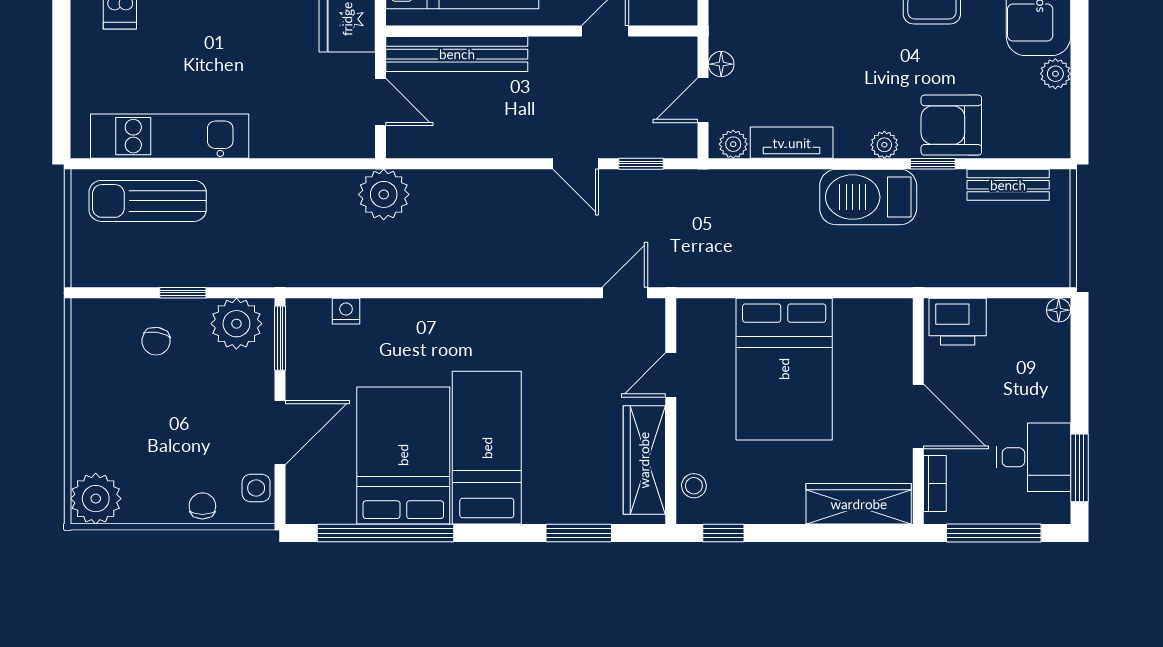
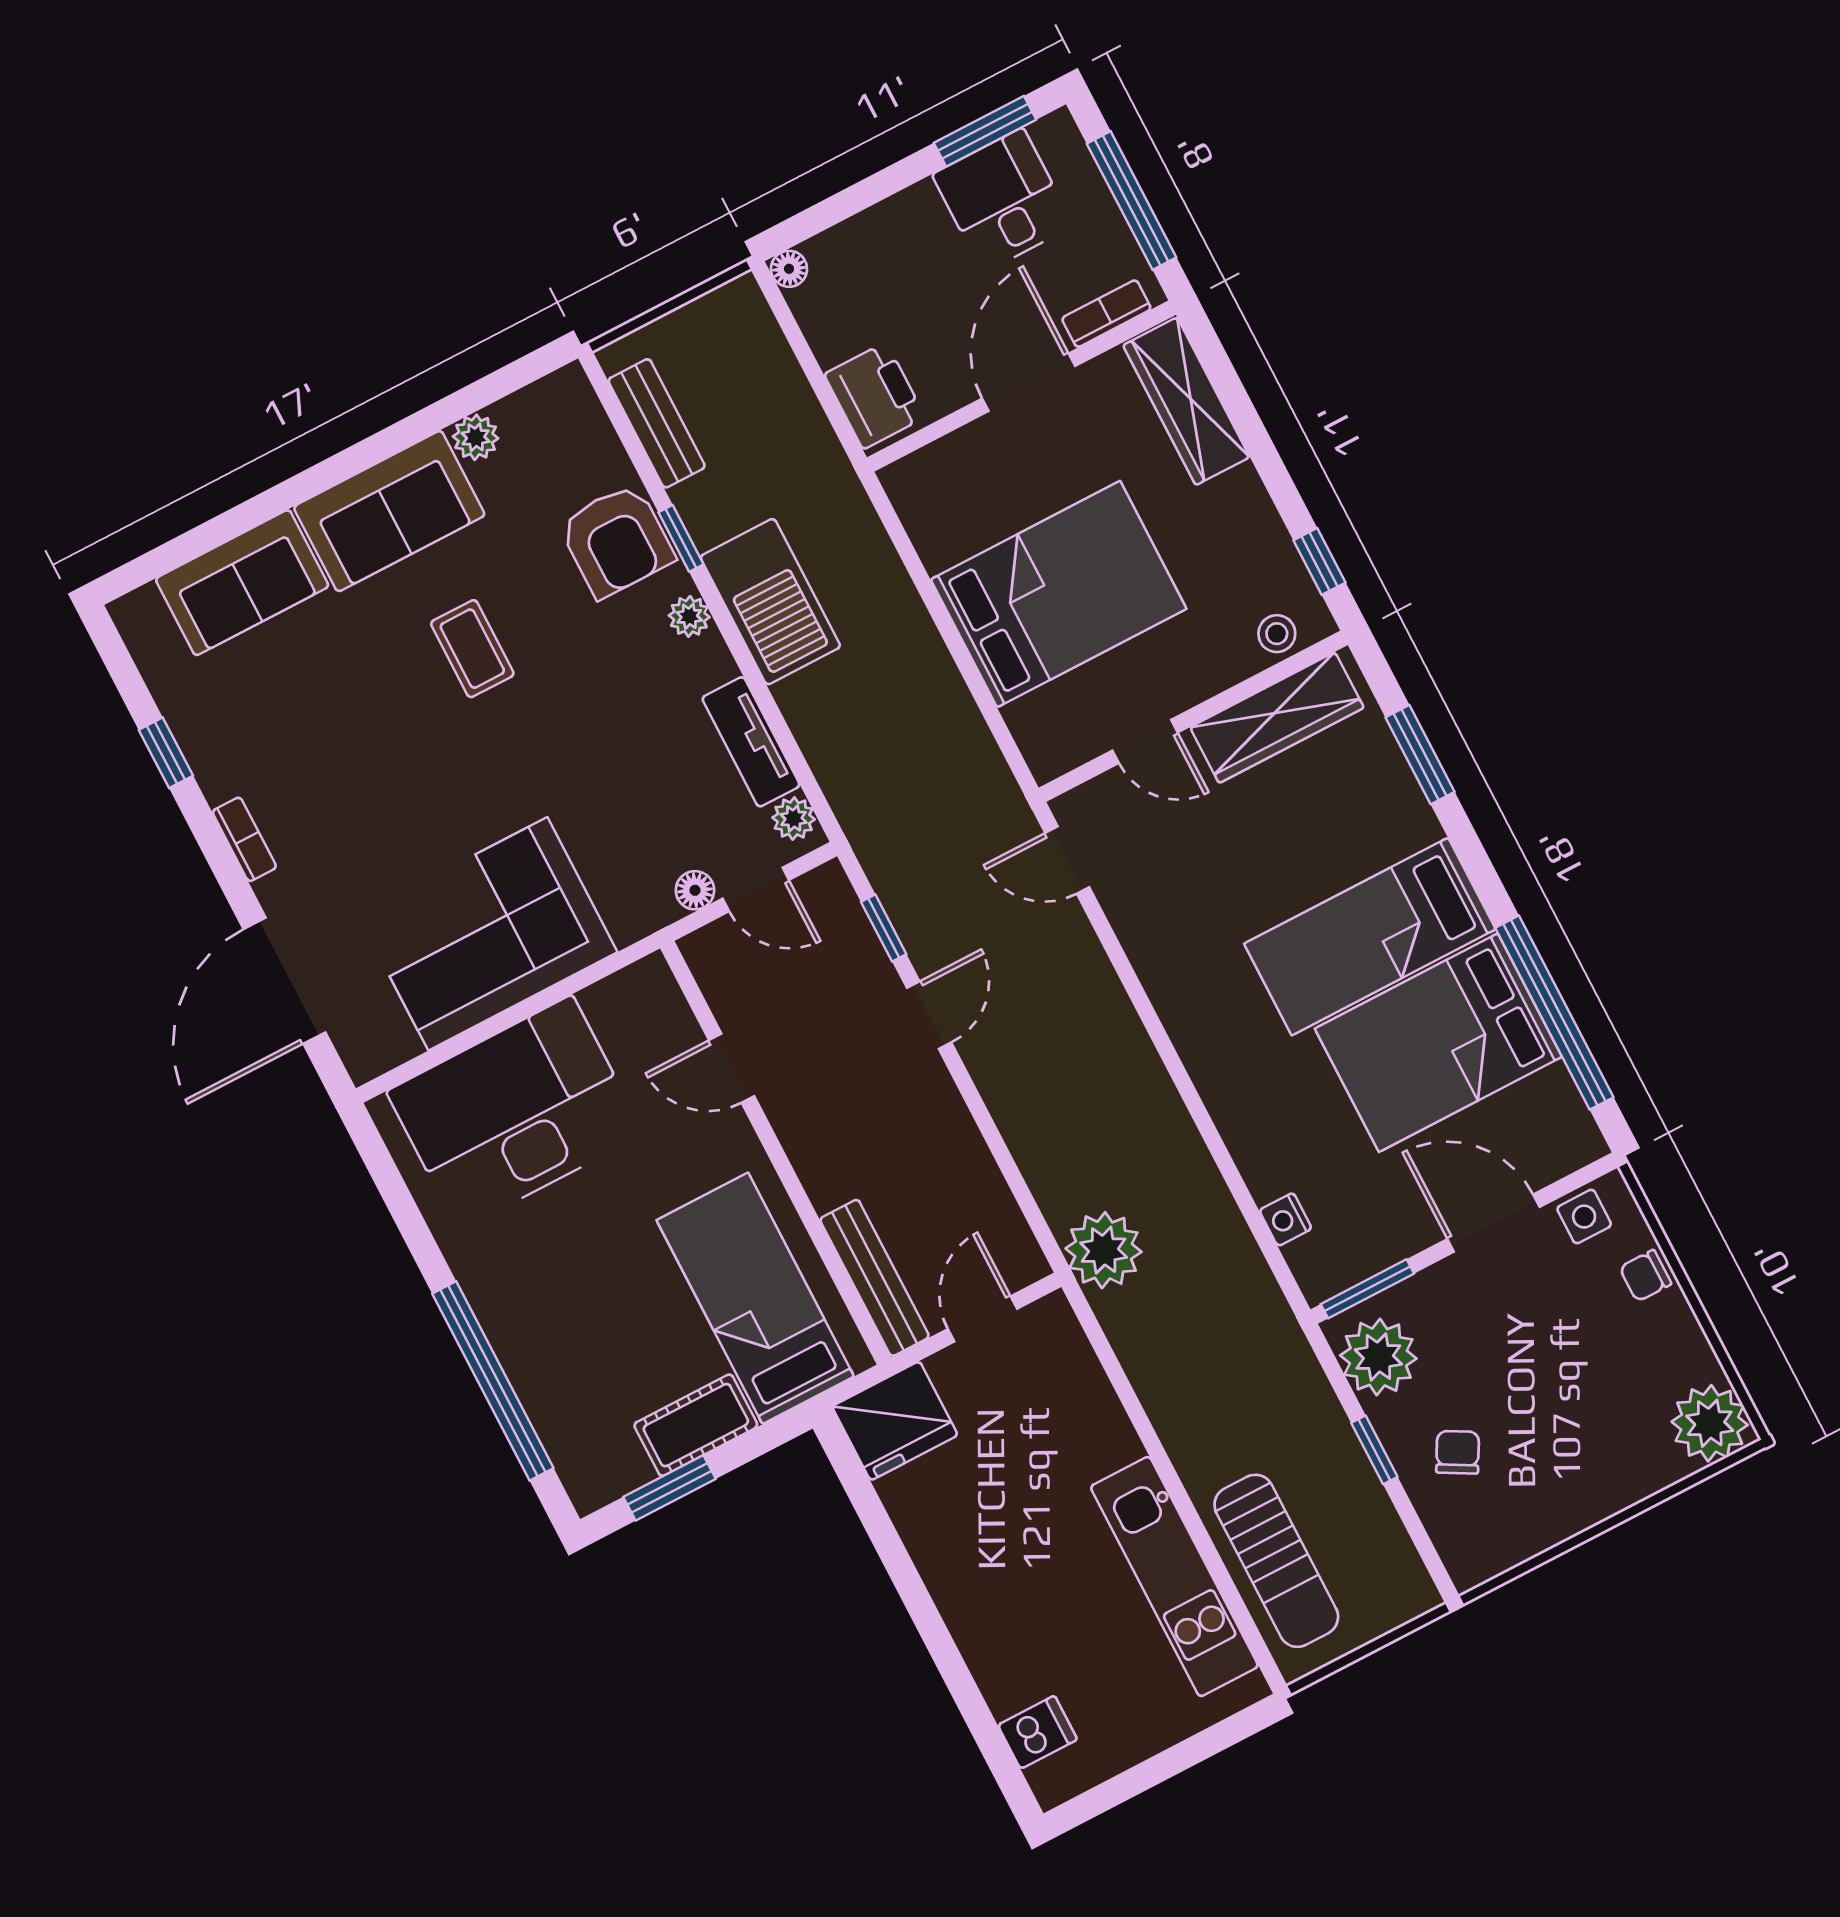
bench: (457, 54) -> (875, 1278), width x0.73, depth x0.82
chair: (156, 341) -> (1458, 1452), turned -70

